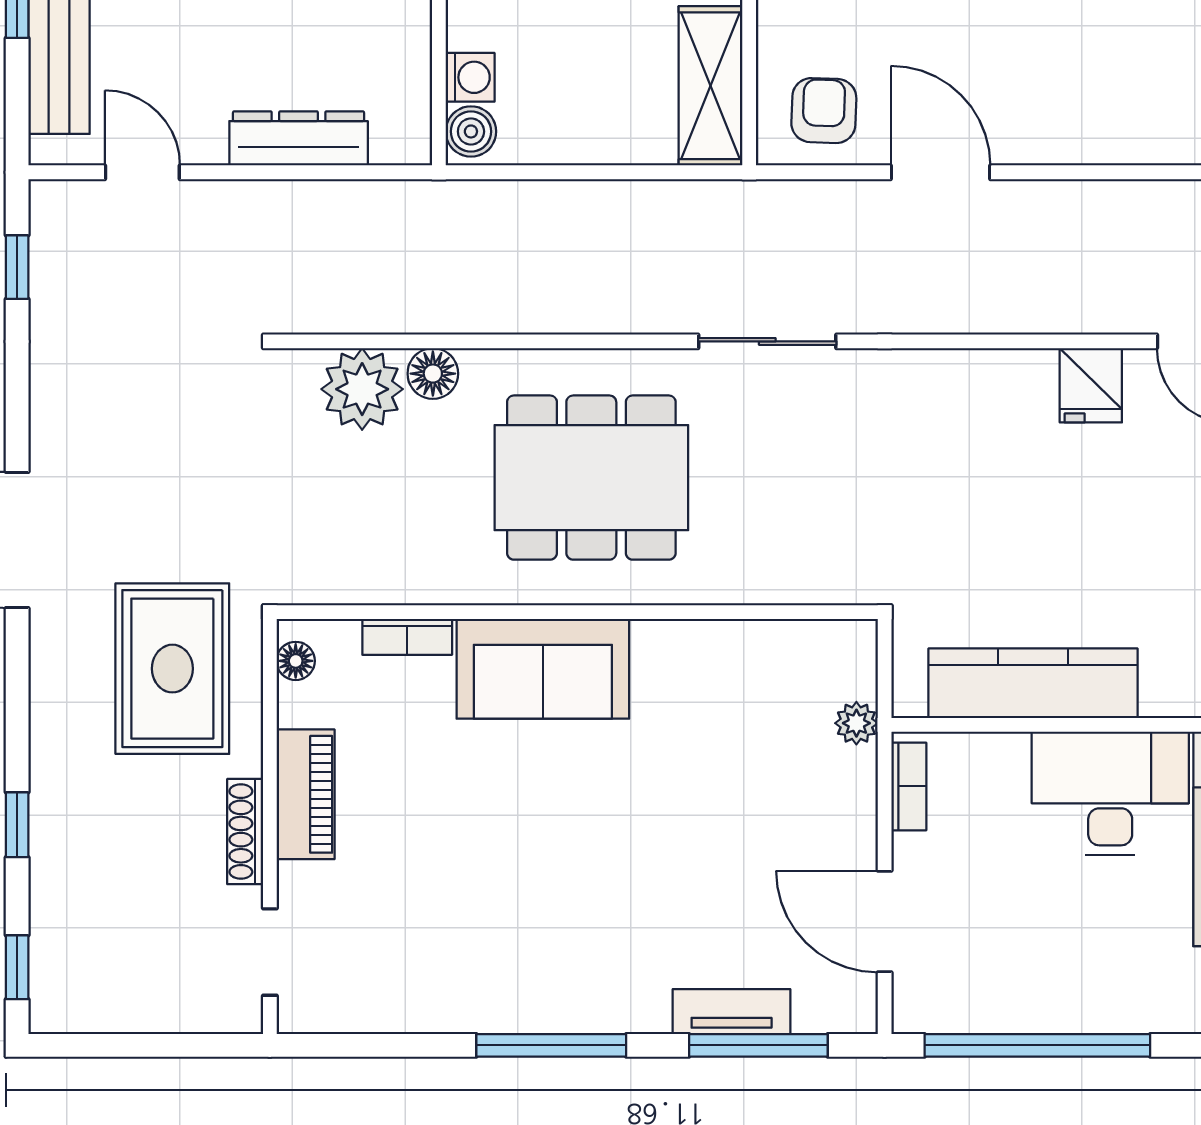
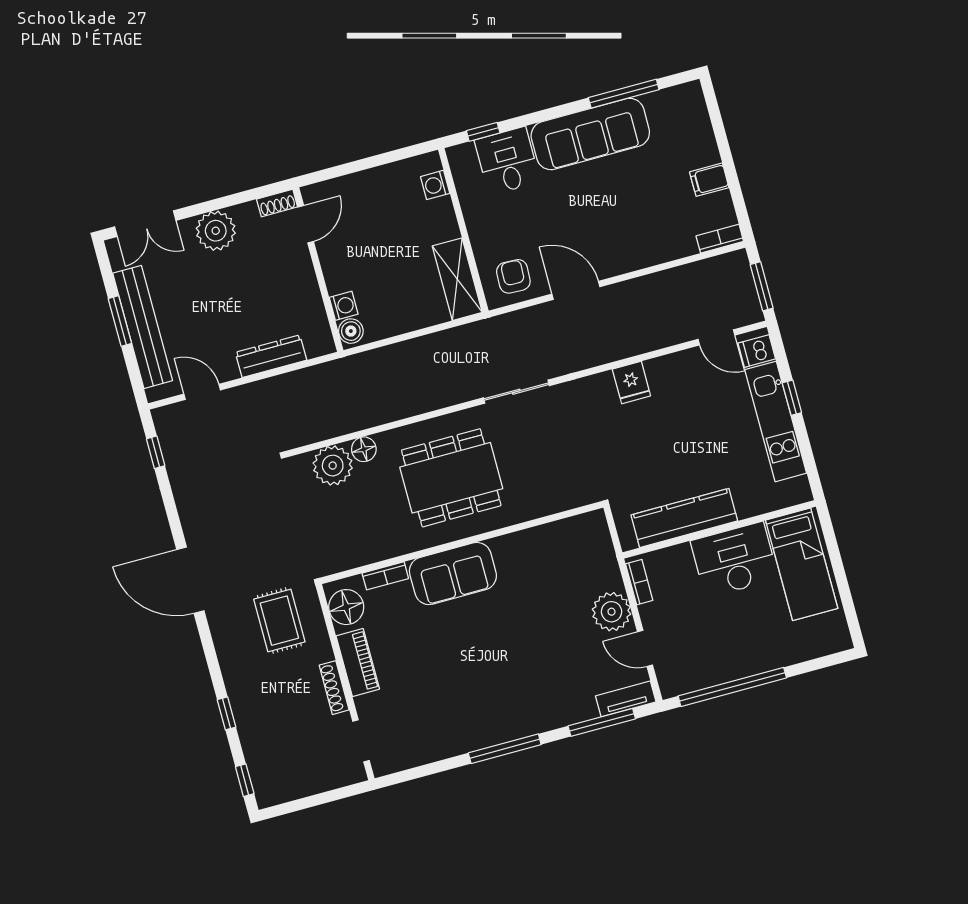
fridge: (1091, 385) -> (631, 382), moved
floor lamp: (296, 661) -> (346, 607), width x1.89, depth x1.89
rug: (172, 669) -> (279, 621), width x0.73, depth x0.70
plant: (856, 723) -> (612, 612), moved, width x1.87, depth x1.87
door: (885, 922) -> (645, 648), width x0.73
tv unit: (732, 1012) -> (626, 699), moved

